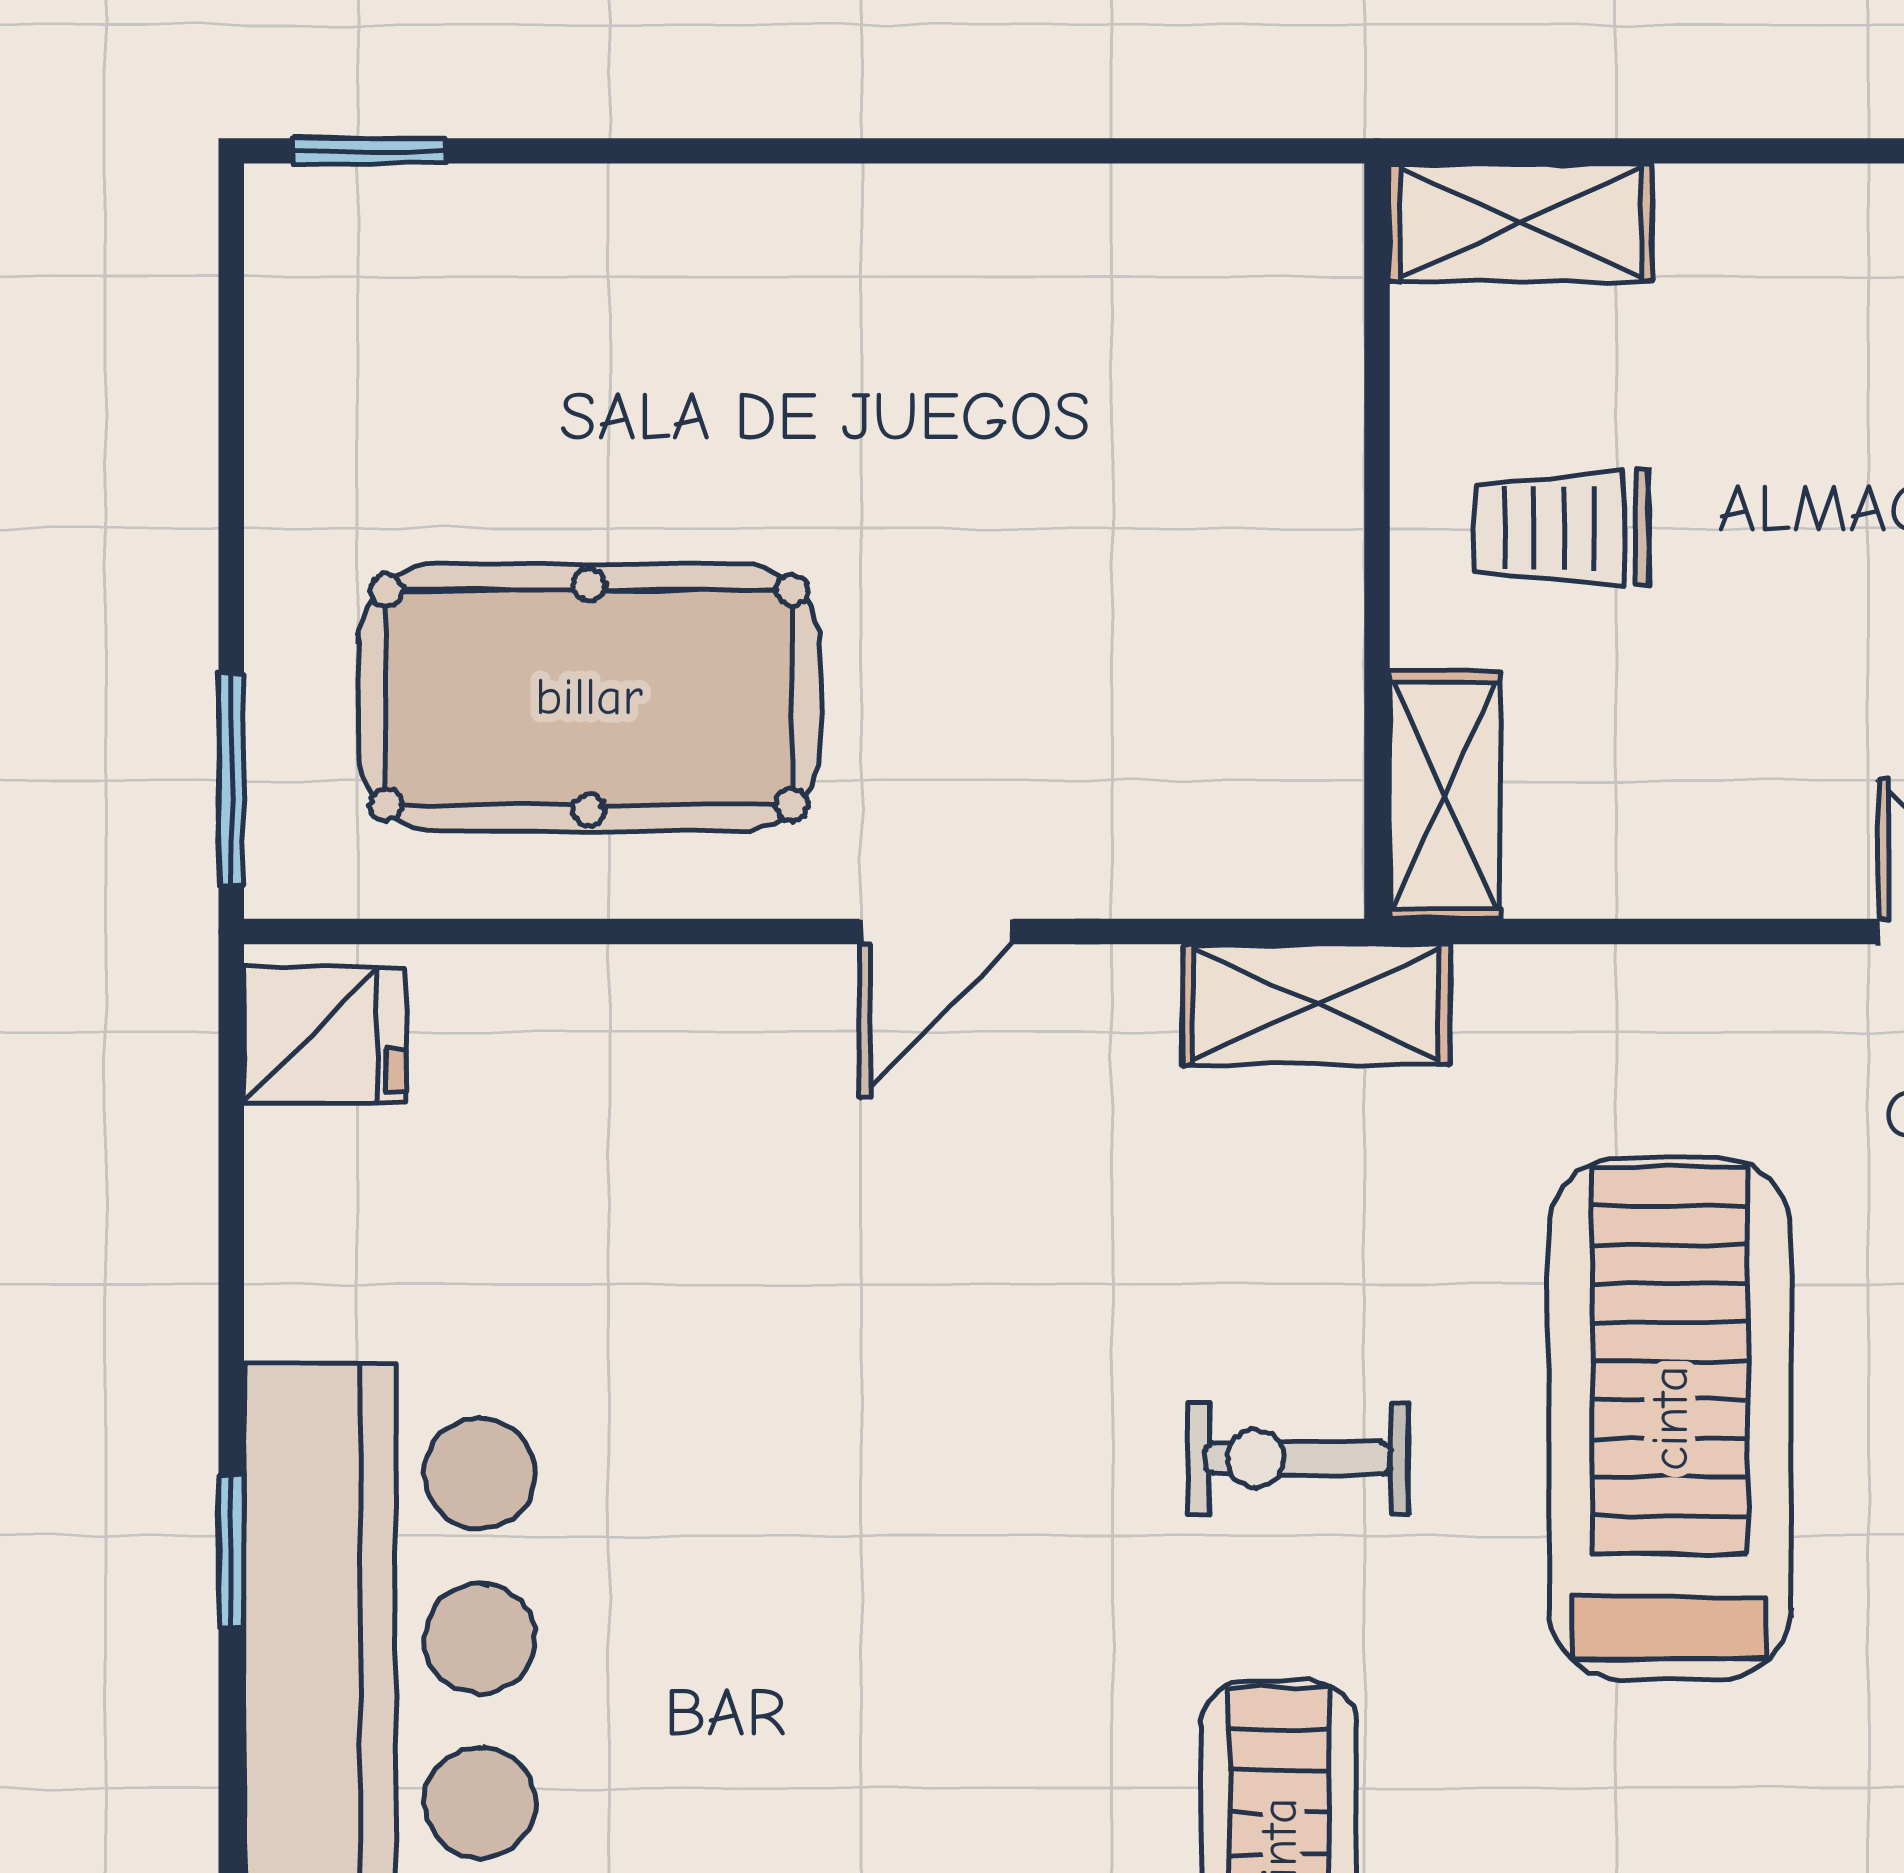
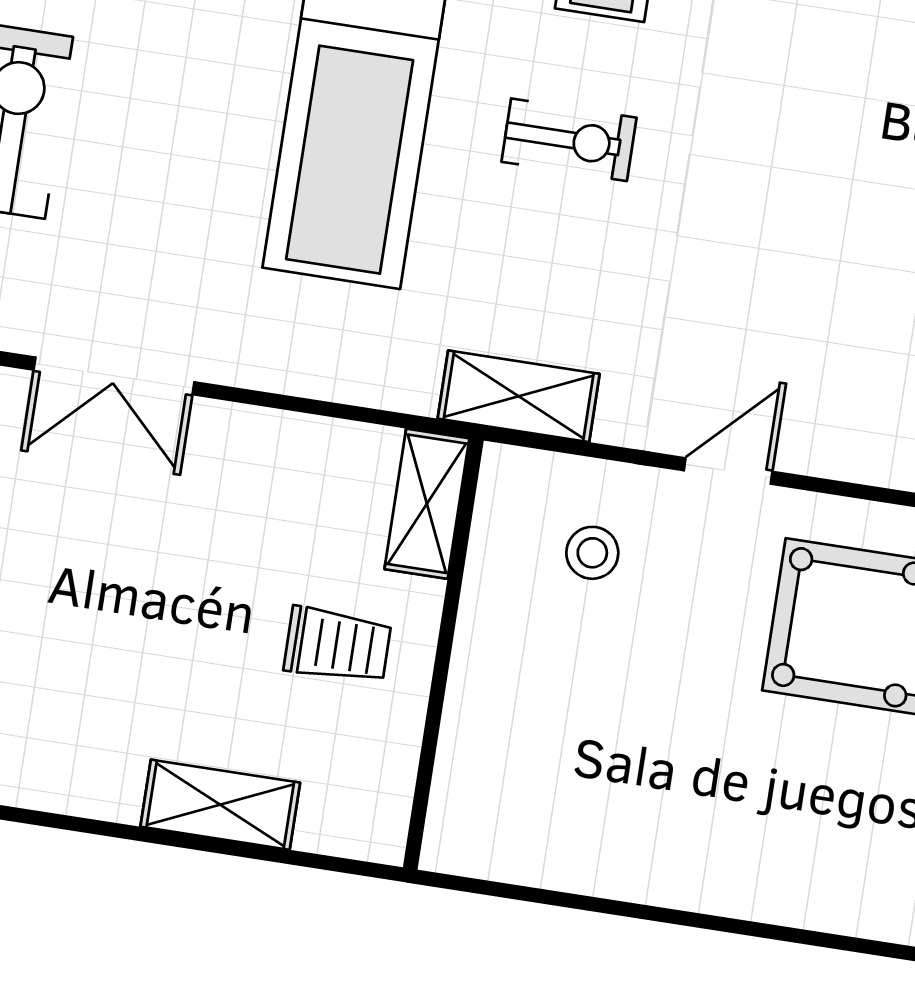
shelving: (1521, 223) -> (220, 805), moved
stool: (1148, 755) -> (592, 553), added

